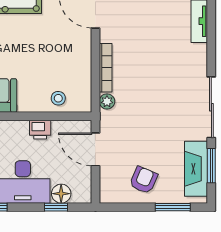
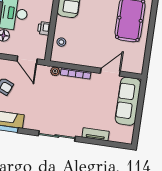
sliding door: (211, 107) -> (57, 136), moved
door: (95, 149) -> (27, 60), swing flipped

